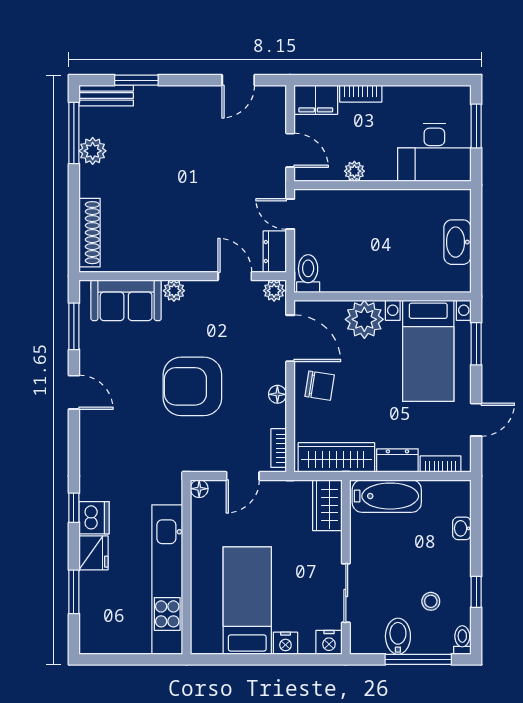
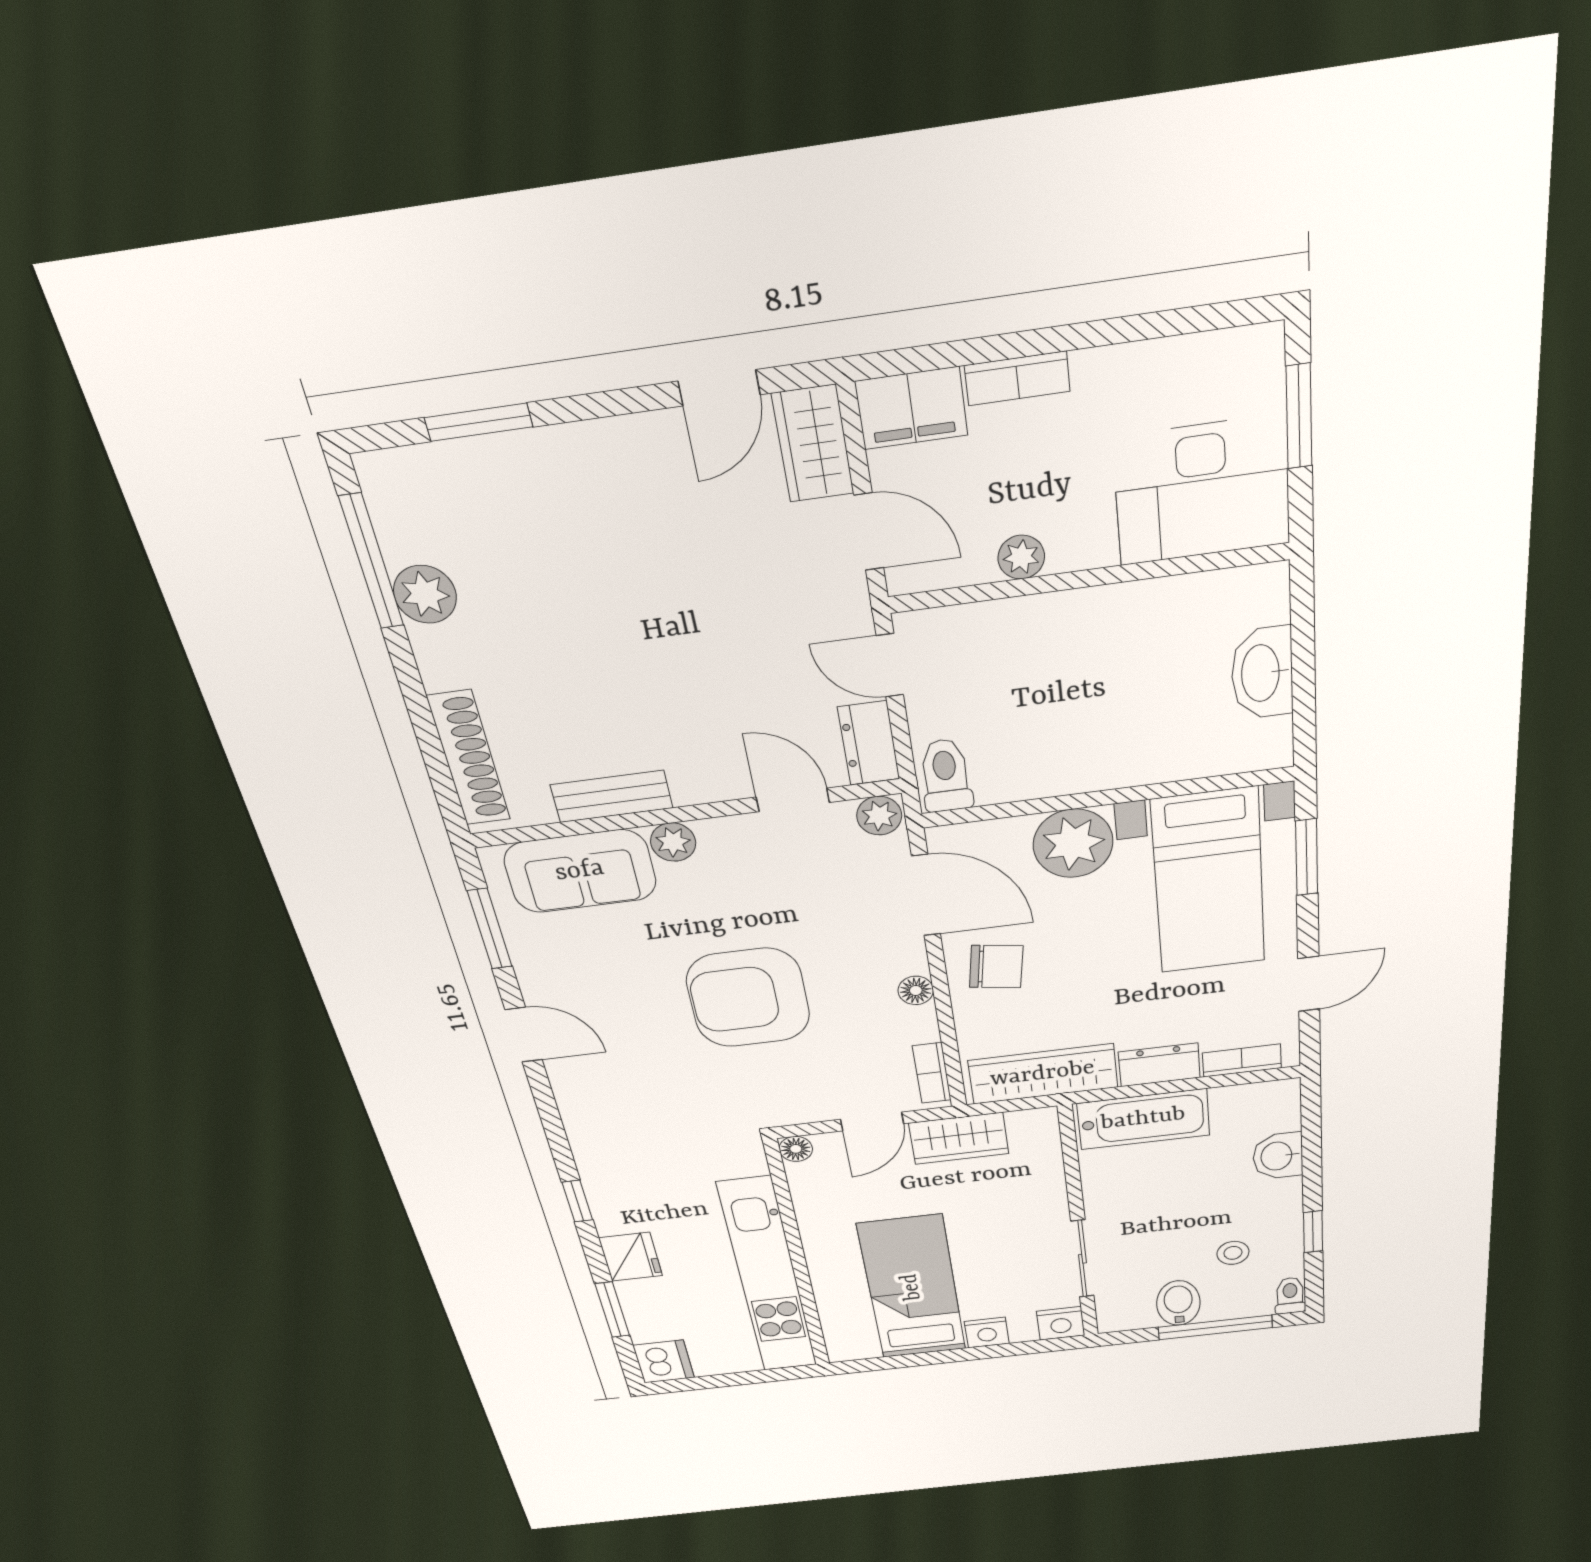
bench: (106, 96) -> (612, 796), moved
wardrobe: (273, 109) -> (813, 444), added
wardrobe: (327, 505) -> (959, 1138), moved, turned -90
dishwasher: (94, 518) -> (664, 1362), moved
washbasin: (462, 528) -> (1278, 1156), width x1.38, depth x1.45

